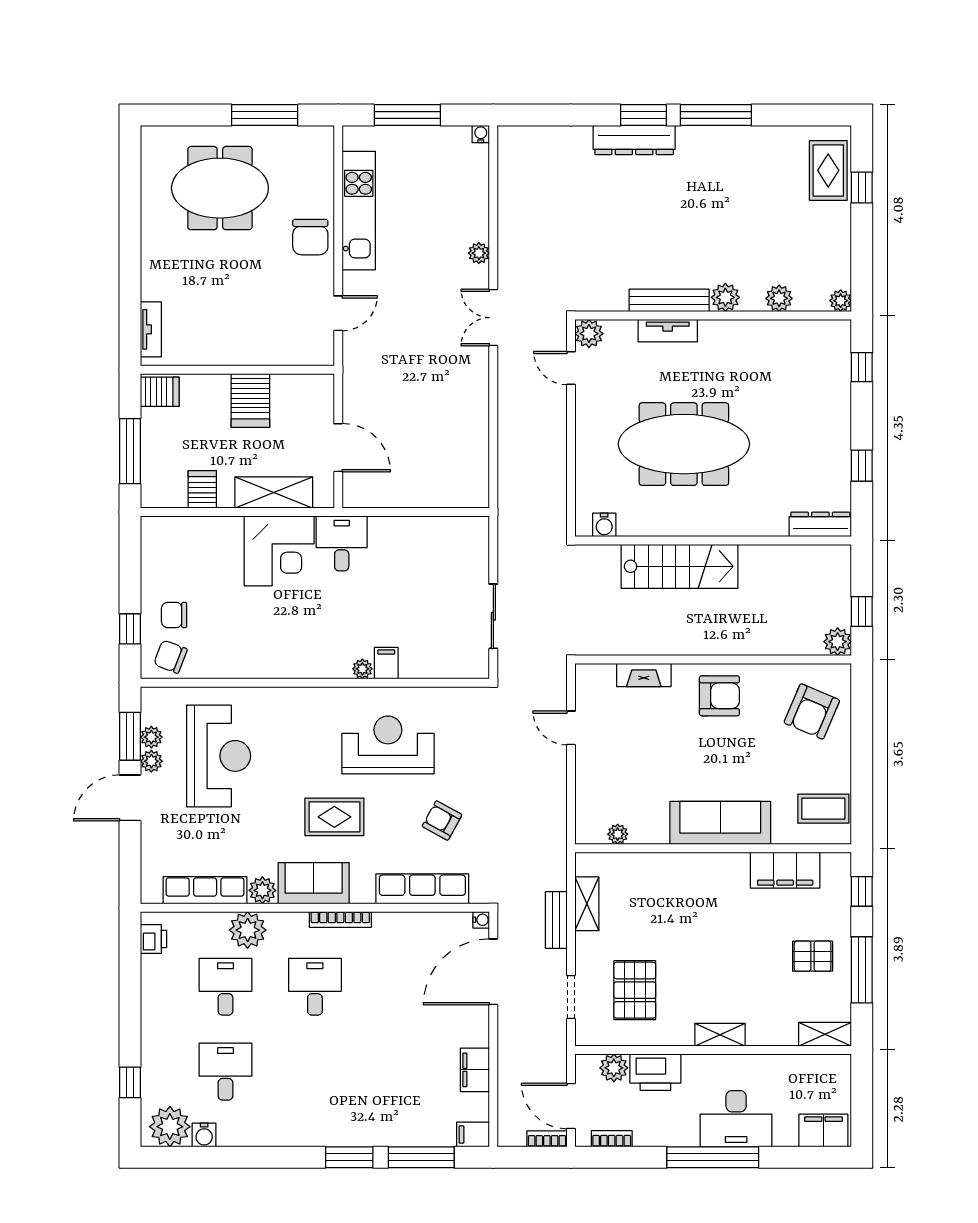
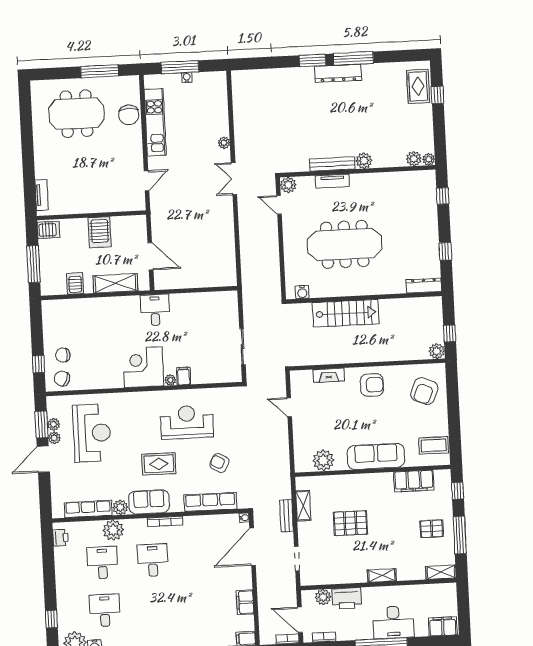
water cooler: (481, 134) -> (187, 78), moved
dresser: (634, 140) -> (338, 73), moved
chair: (310, 237) -> (129, 115), moved
plant: (779, 298) -> (414, 159), moved
corner desk: (279, 551) -> (143, 367), moved, turned 180
plant: (618, 834) -> (323, 460), width x1.87, depth x1.87
pallet: (635, 990) -> (350, 523), moved, turned 90

